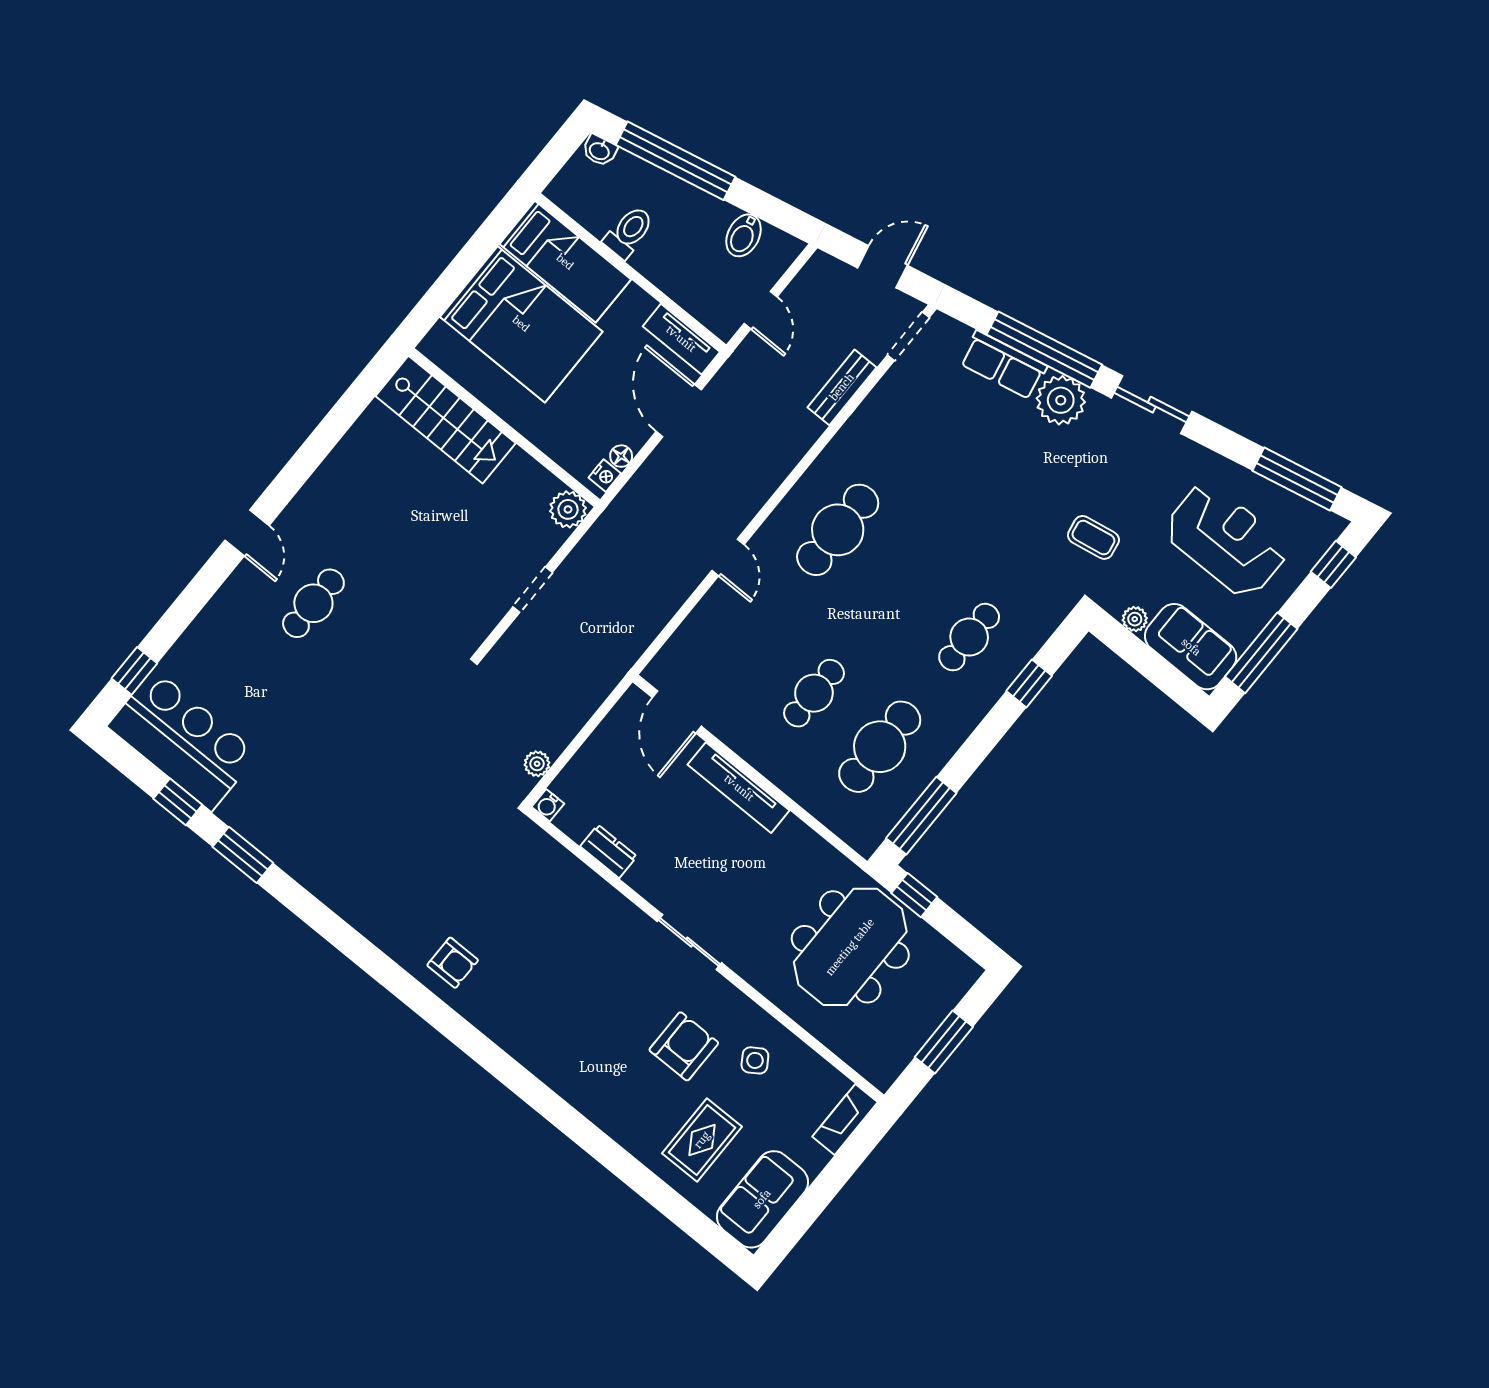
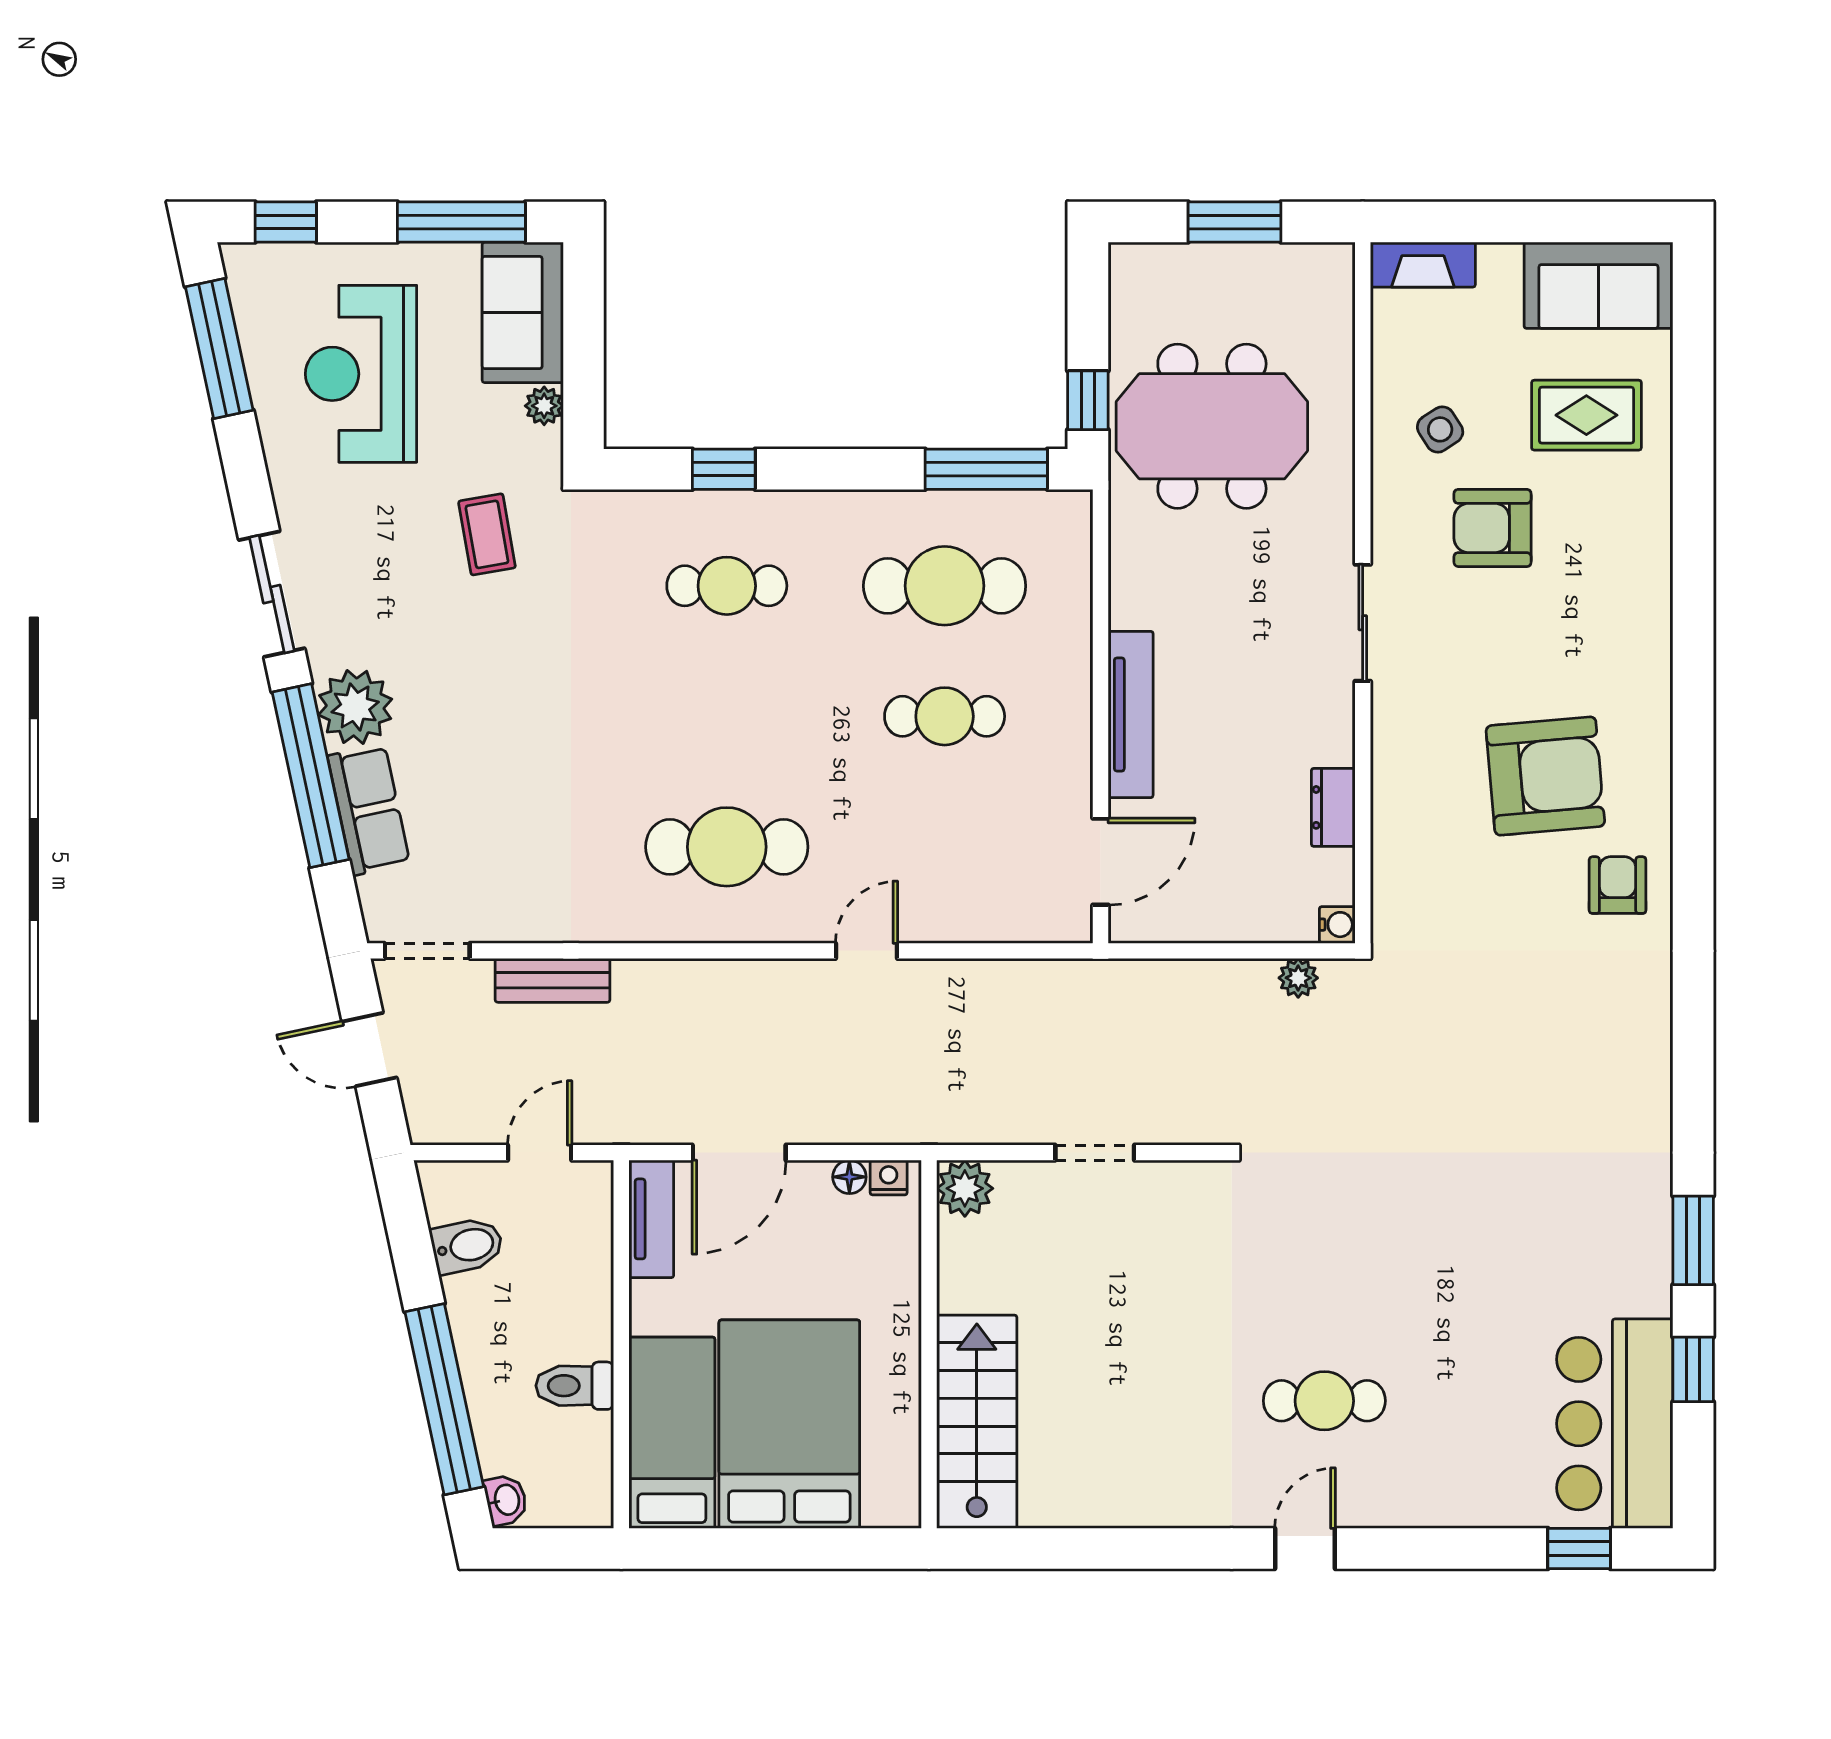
armchair: (537, 971) -> (1545, 776), added

